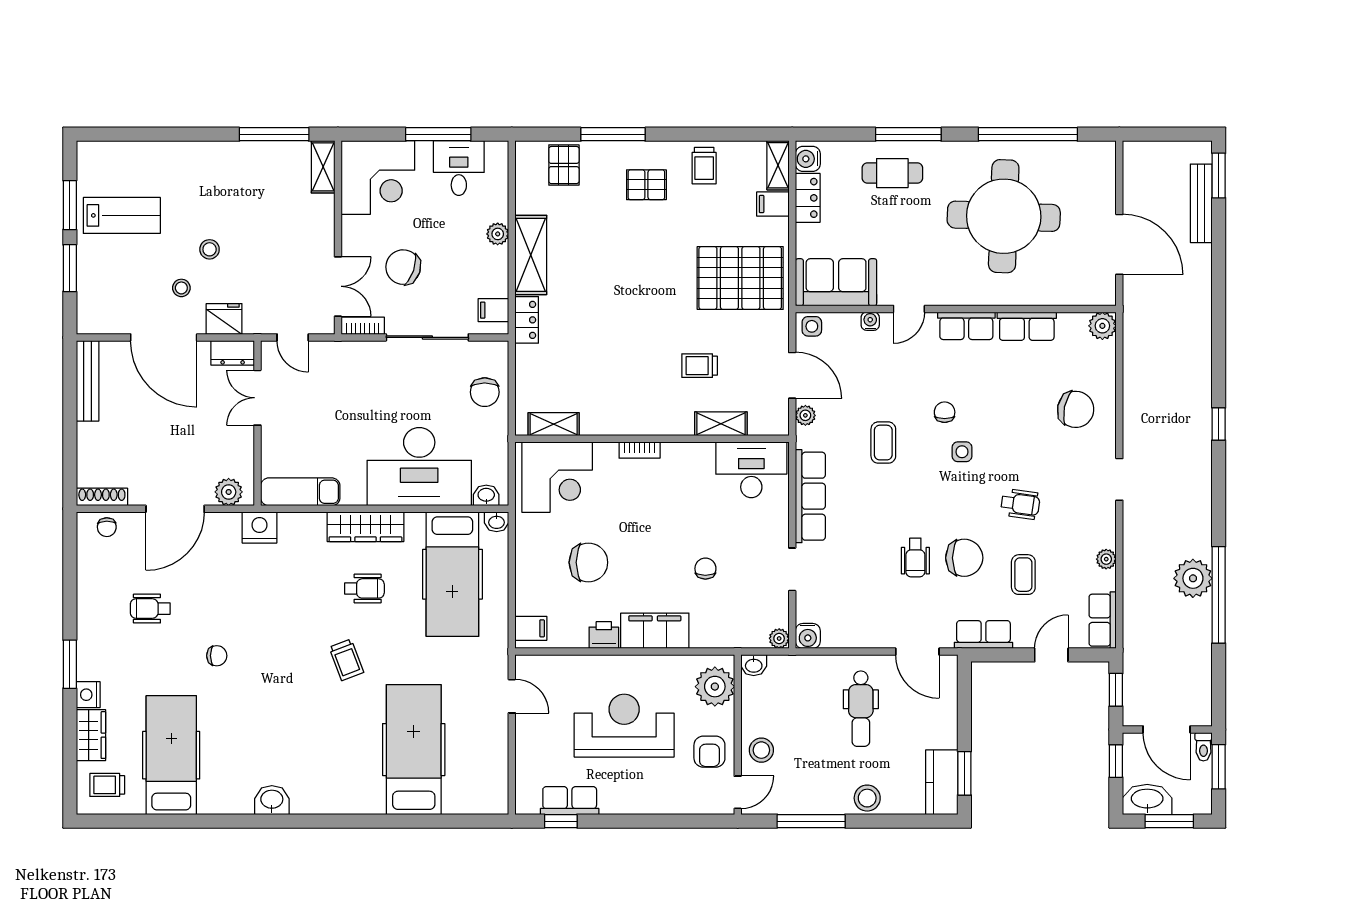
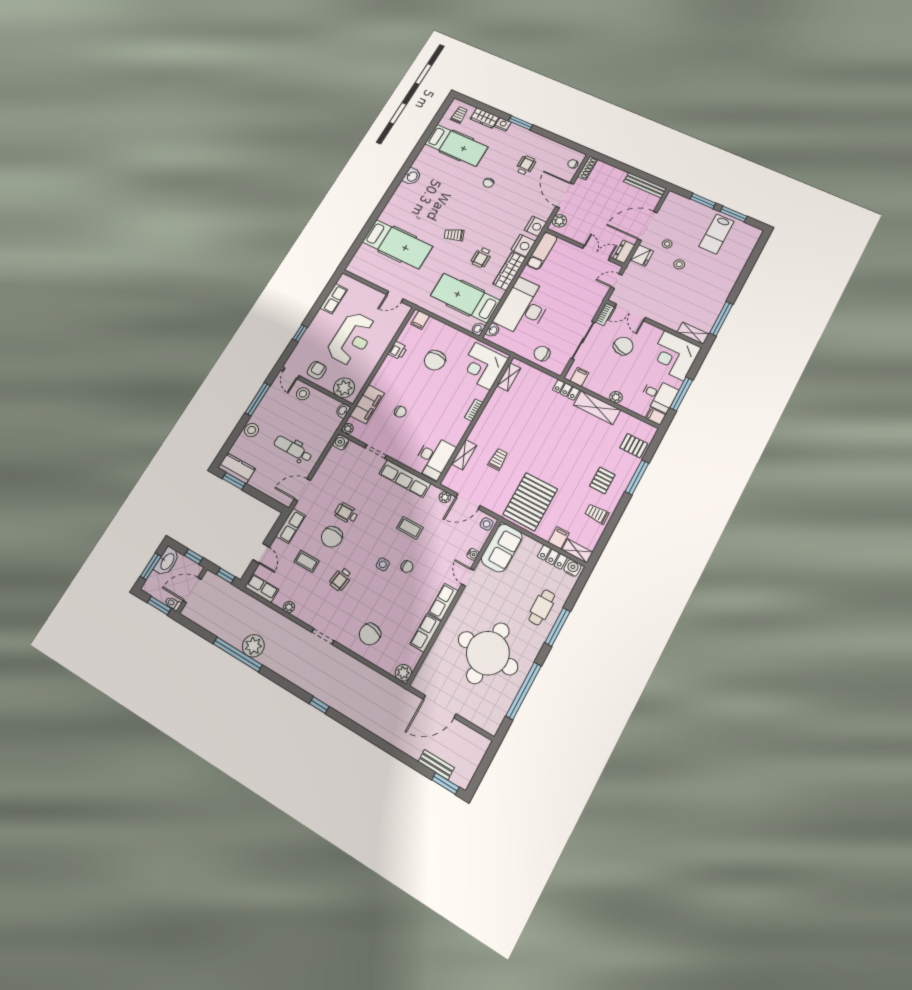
filing cabinet: (497, 156) -> (655, 416), added
bench: (1201, 203) -> (436, 765), width x0.73
nightstand: (306, 529) -> (523, 246), added
filing cabinet: (655, 631) -> (367, 404), moved
armchair: (709, 752) -> (317, 370), turned 90
window: (561, 821) -> (300, 333), moved

